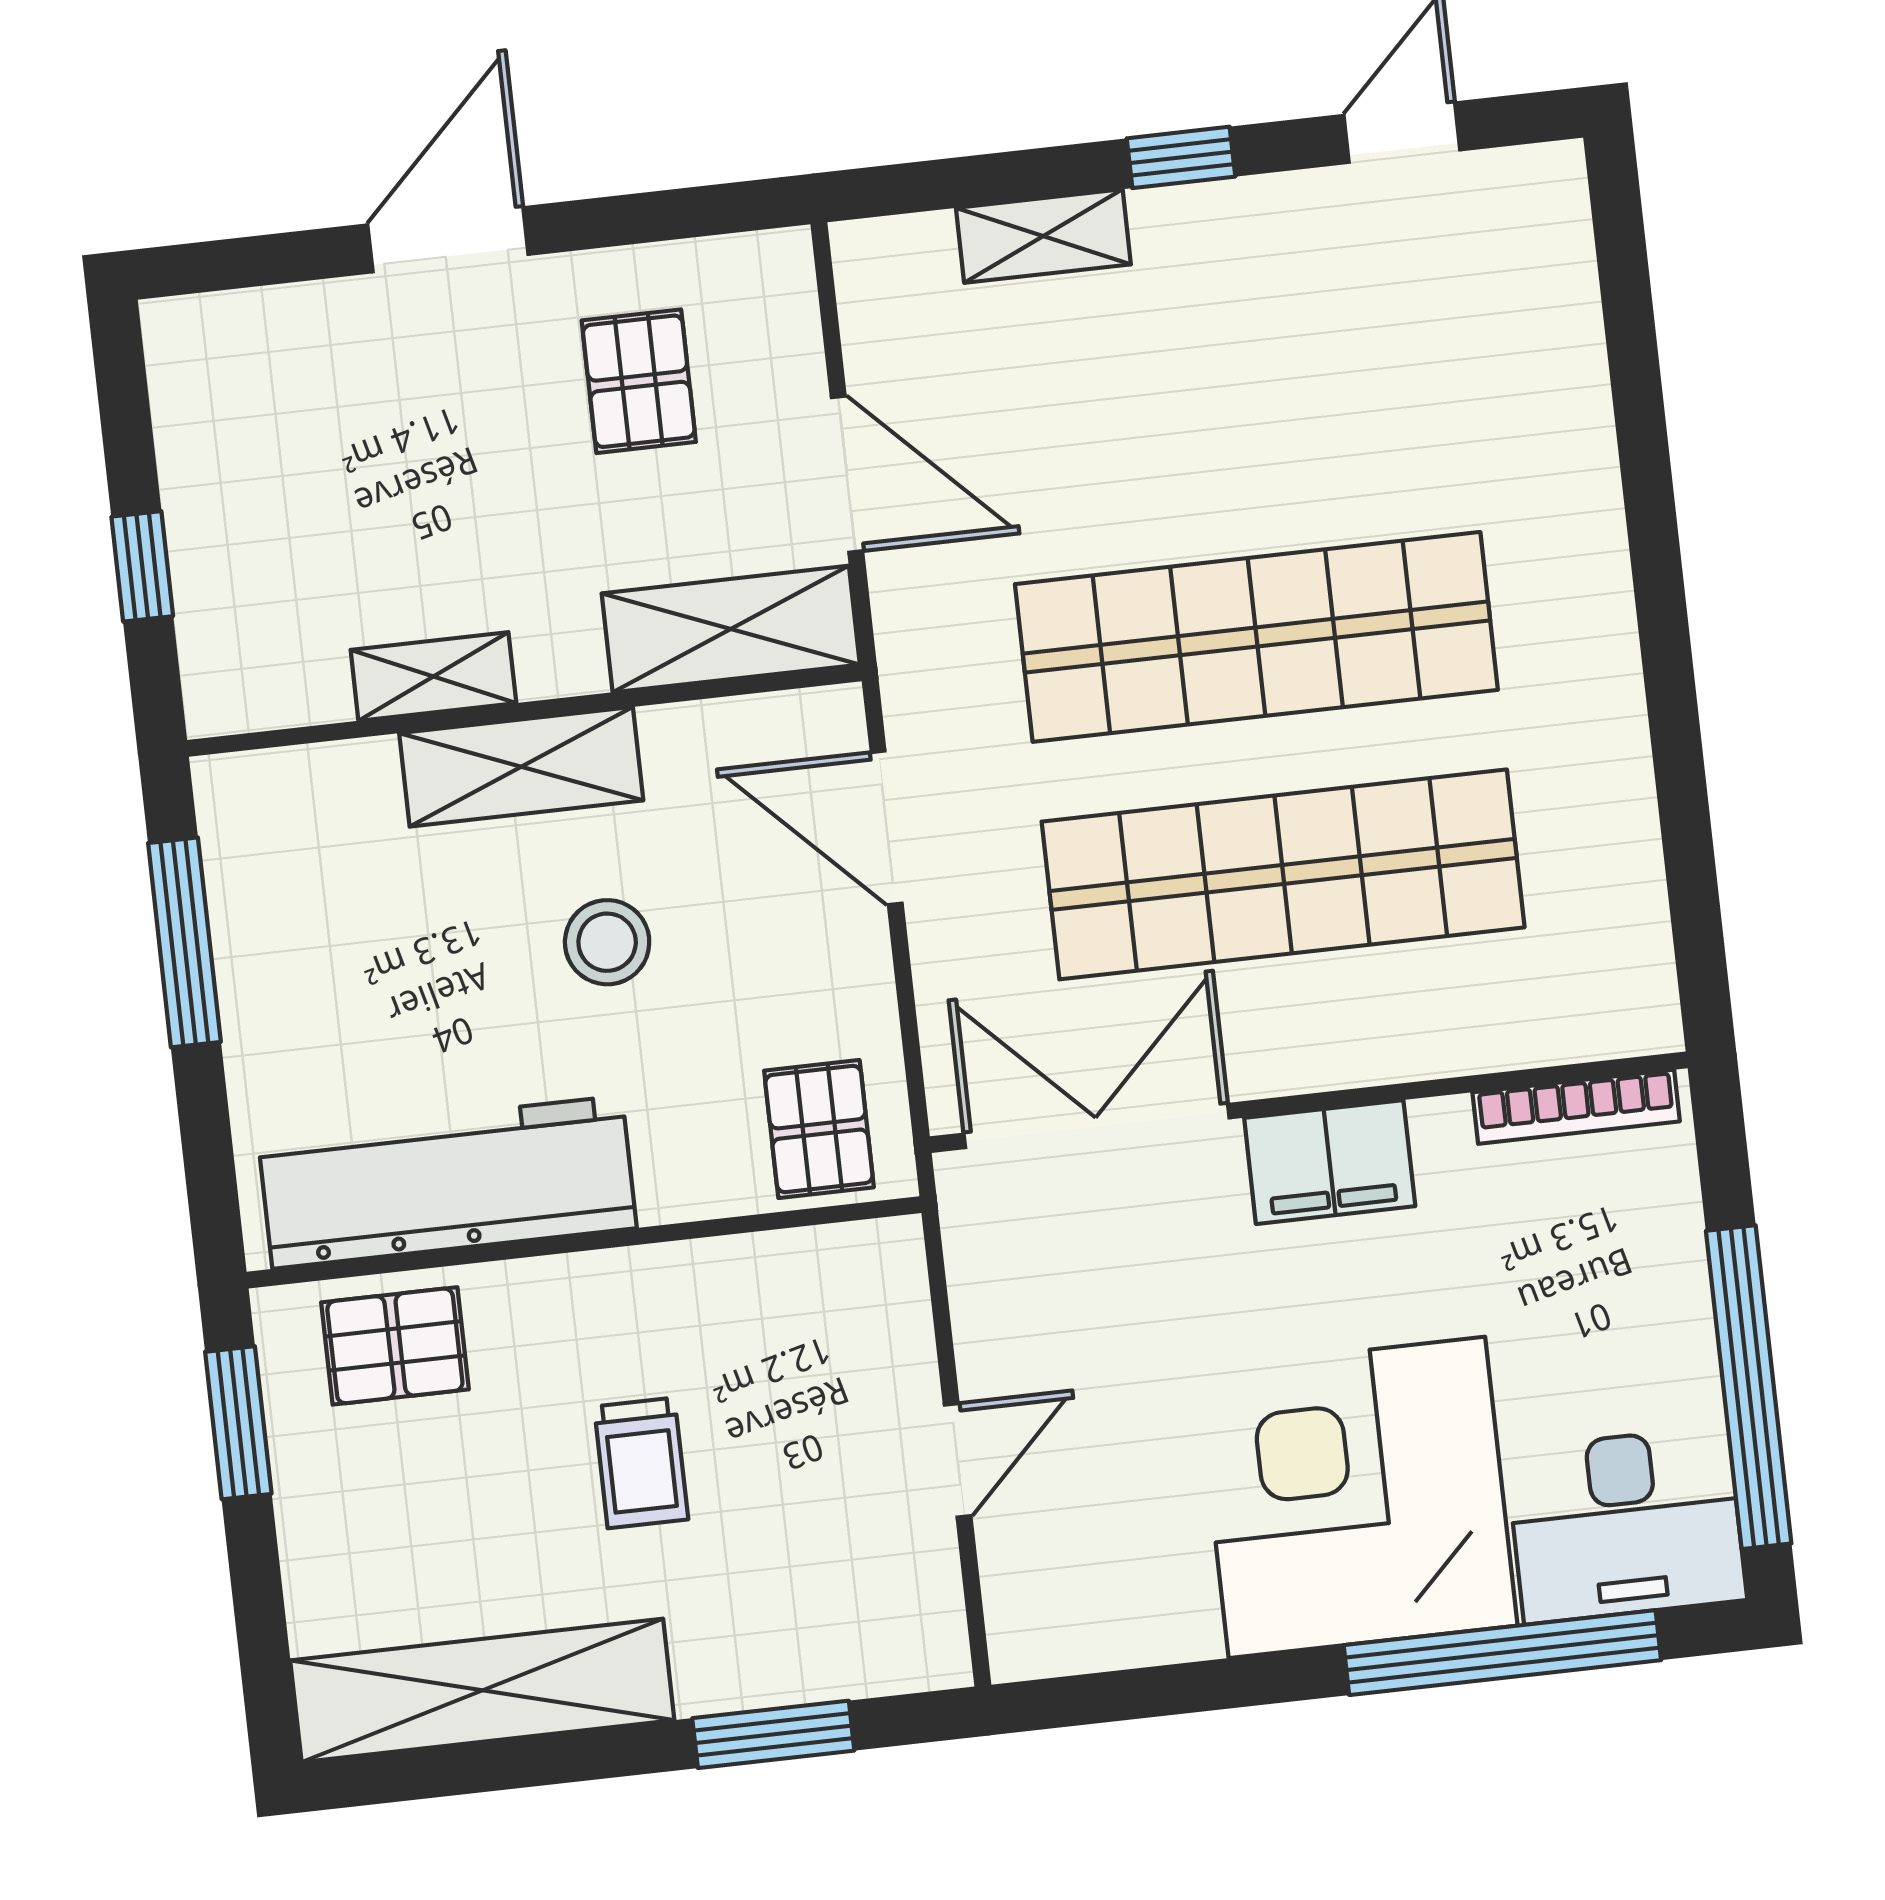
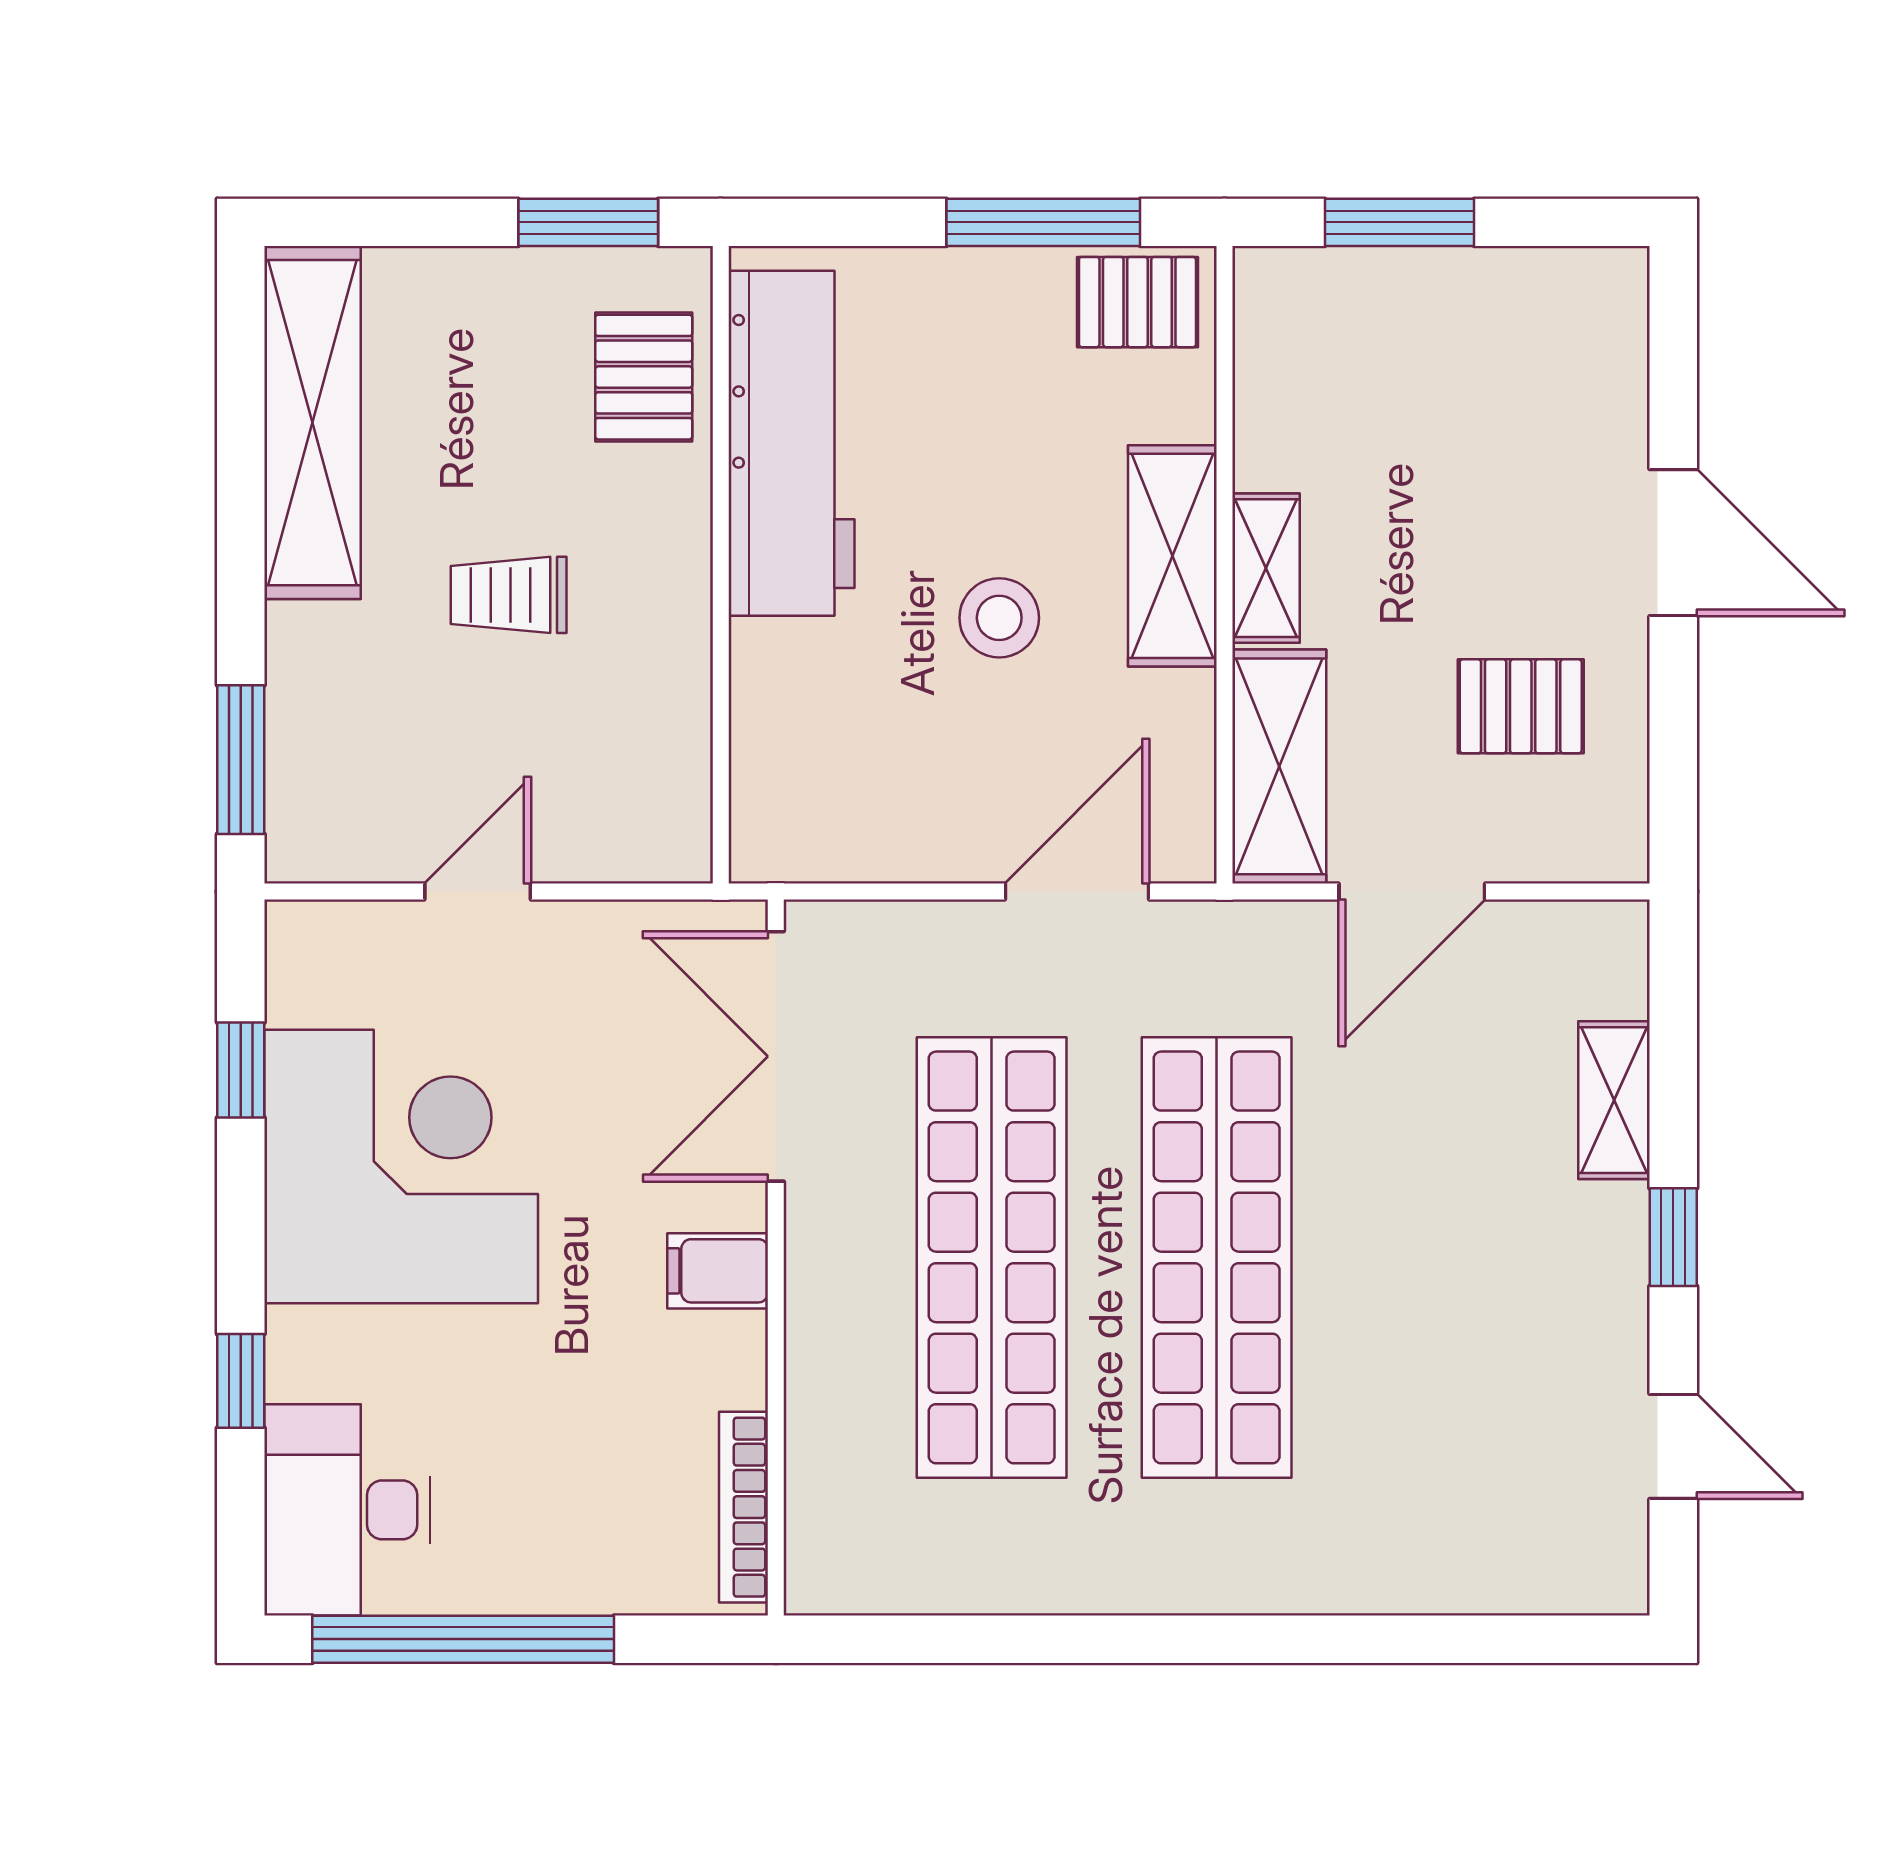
window: (142, 566) -> (1400, 222), width x1.50
shelving: (433, 676) -> (1266, 568), moved
double door: (1097, 1126) -> (776, 1056), swing flipped
pallet: (819, 1129) -> (1137, 302), moved
filing cabinet: (1330, 1162) -> (718, 1271), width x0.50
door: (958, 1460) -> (478, 891), swing flipped
corner desk: (1357, 1497) -> (401, 1167), moved
window: (1502, 1653) -> (241, 1381), width x0.32
window: (1174, 1689) -> (241, 1070), added
window: (773, 1734) -> (241, 760), moved

